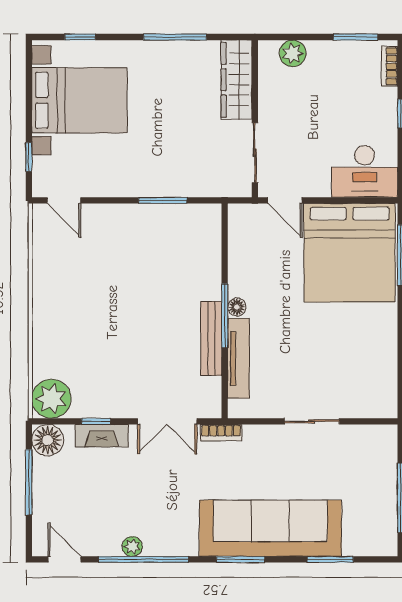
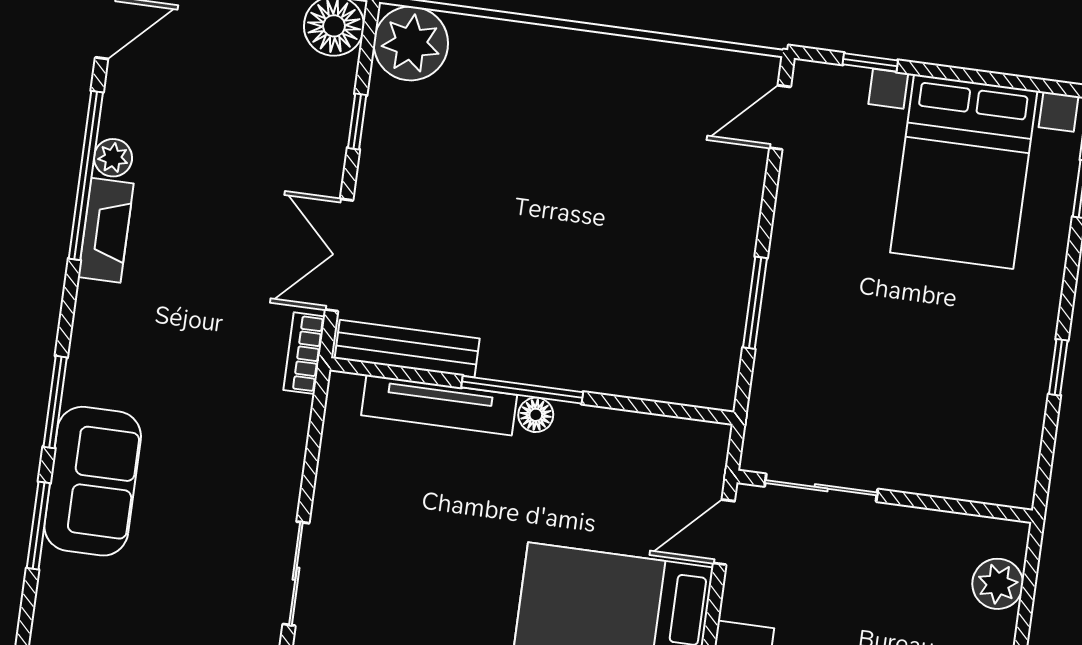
window: (175, 37) -> (1058, 367), width x0.46
wardrobe: (236, 80) -> (962, 472), removed
bench: (211, 338) -> (407, 349), moved
sliding door: (312, 421) -> (296, 574), moved
fireplace: (102, 436) -> (106, 230), moved, turned 180
sofa: (270, 528) -> (93, 481), width x0.54, depth x0.79
window: (241, 559) -> (55, 402), moved

